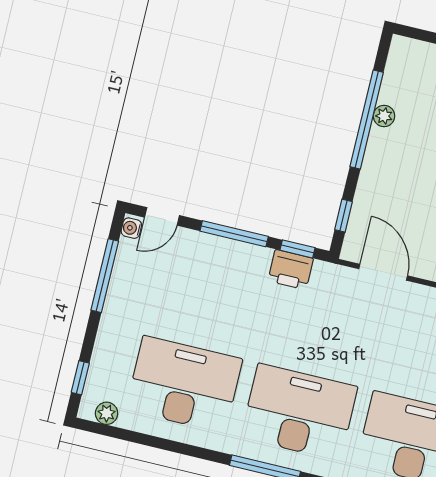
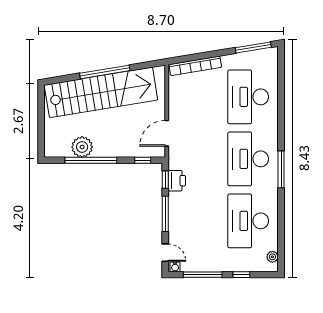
plant: (384, 116) -> (82, 147), width x1.87, depth x1.87
window: (80, 378) -> (241, 275), moved

